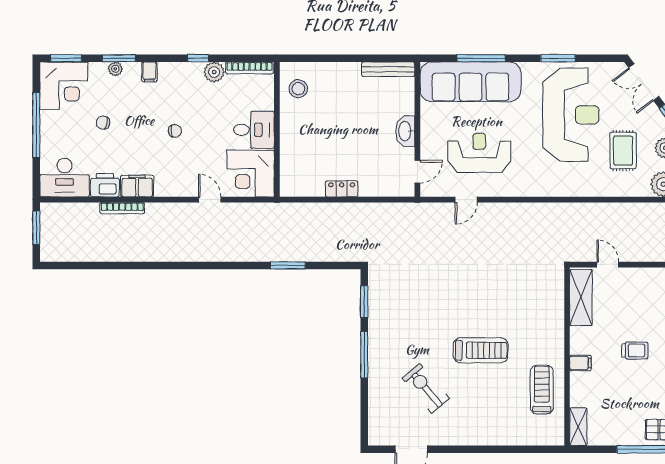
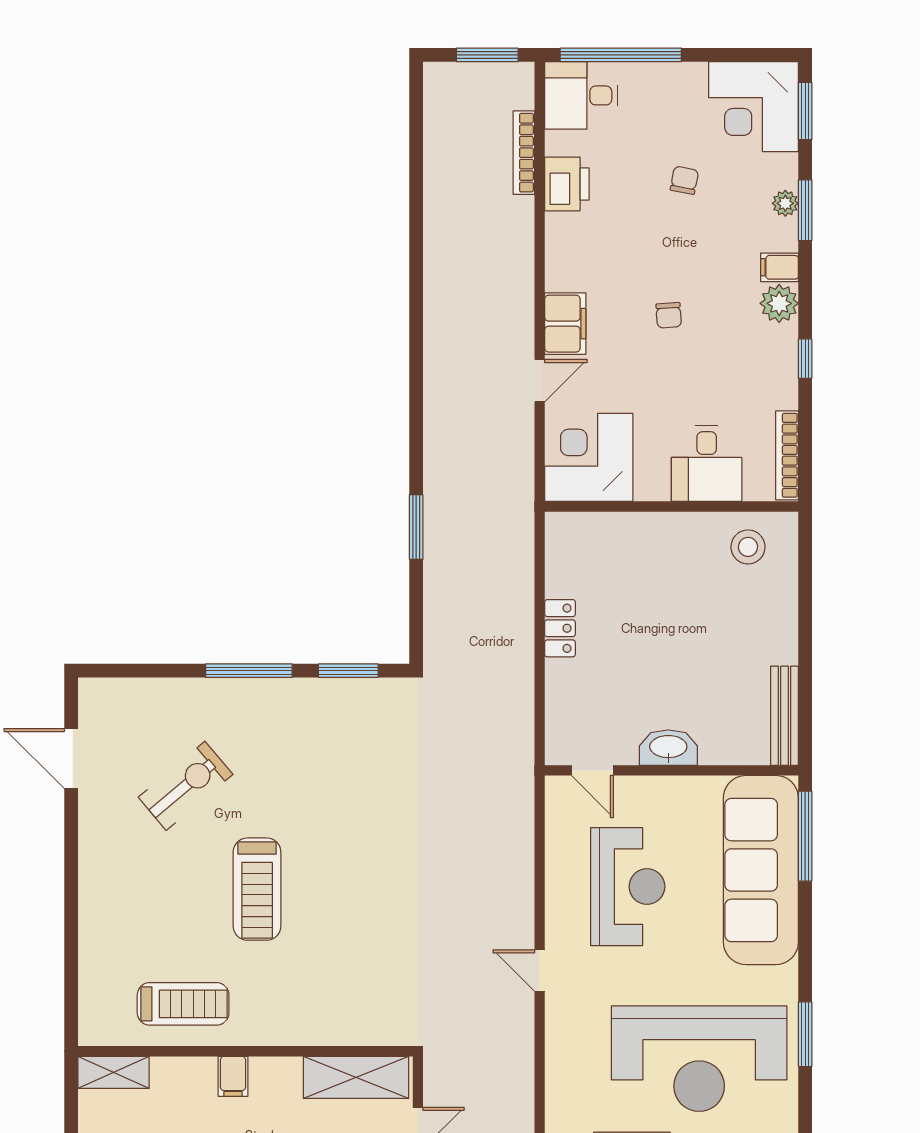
window: (481, 58) -> (805, 836), moved
plant: (214, 72) -> (779, 303), moved
window: (36, 125) -> (621, 55), moved
desk: (254, 130) -> (707, 464), moved
desk: (65, 178) -> (581, 95), width x0.73
filing cabinet: (137, 186) -> (565, 324), moved
door: (466, 200) -> (540, 971), moved
bookcase: (122, 208) -> (524, 153), moved

